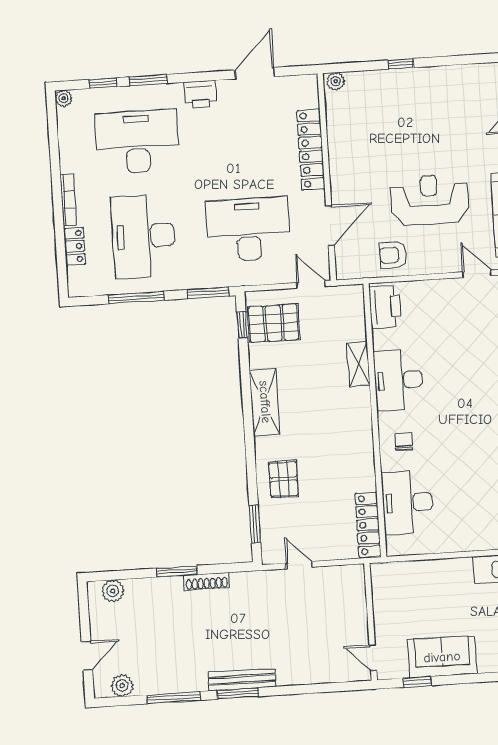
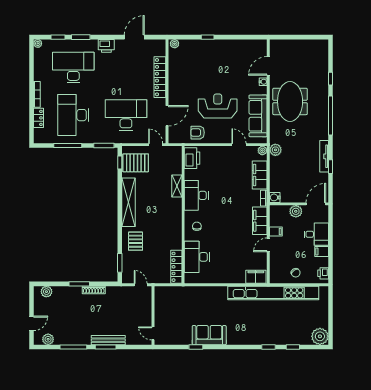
shelving: (265, 402) -> (129, 202), width x1.47
wall: (371, 622) -> (153, 315), moved
door: (373, 658) -> (153, 333), moved

